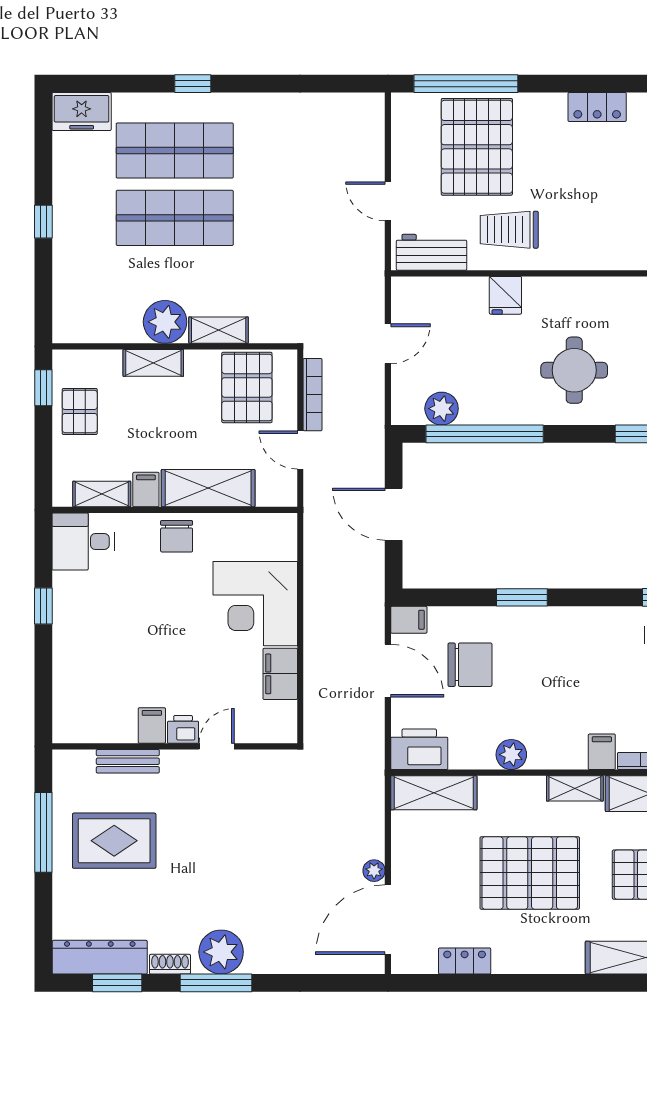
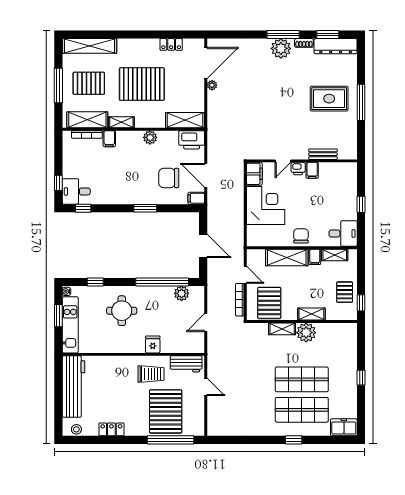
filing cabinet: (152, 725) -> (312, 170), moved
printer: (183, 729) -> (298, 169), moved
wall: (175, 746) -> (302, 161), moved
door: (217, 746) -> (283, 161), moved
bench: (128, 761) -> (323, 154), moved

